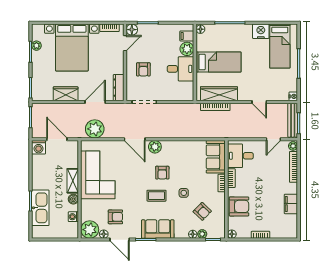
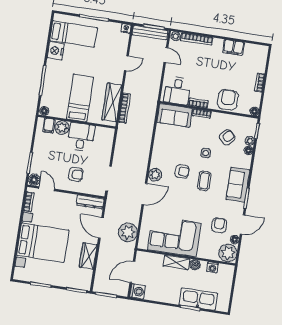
plant: (36, 46) -> (35, 278), removed

